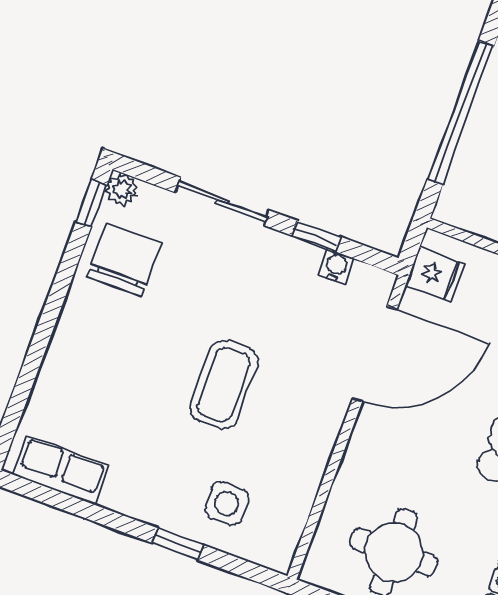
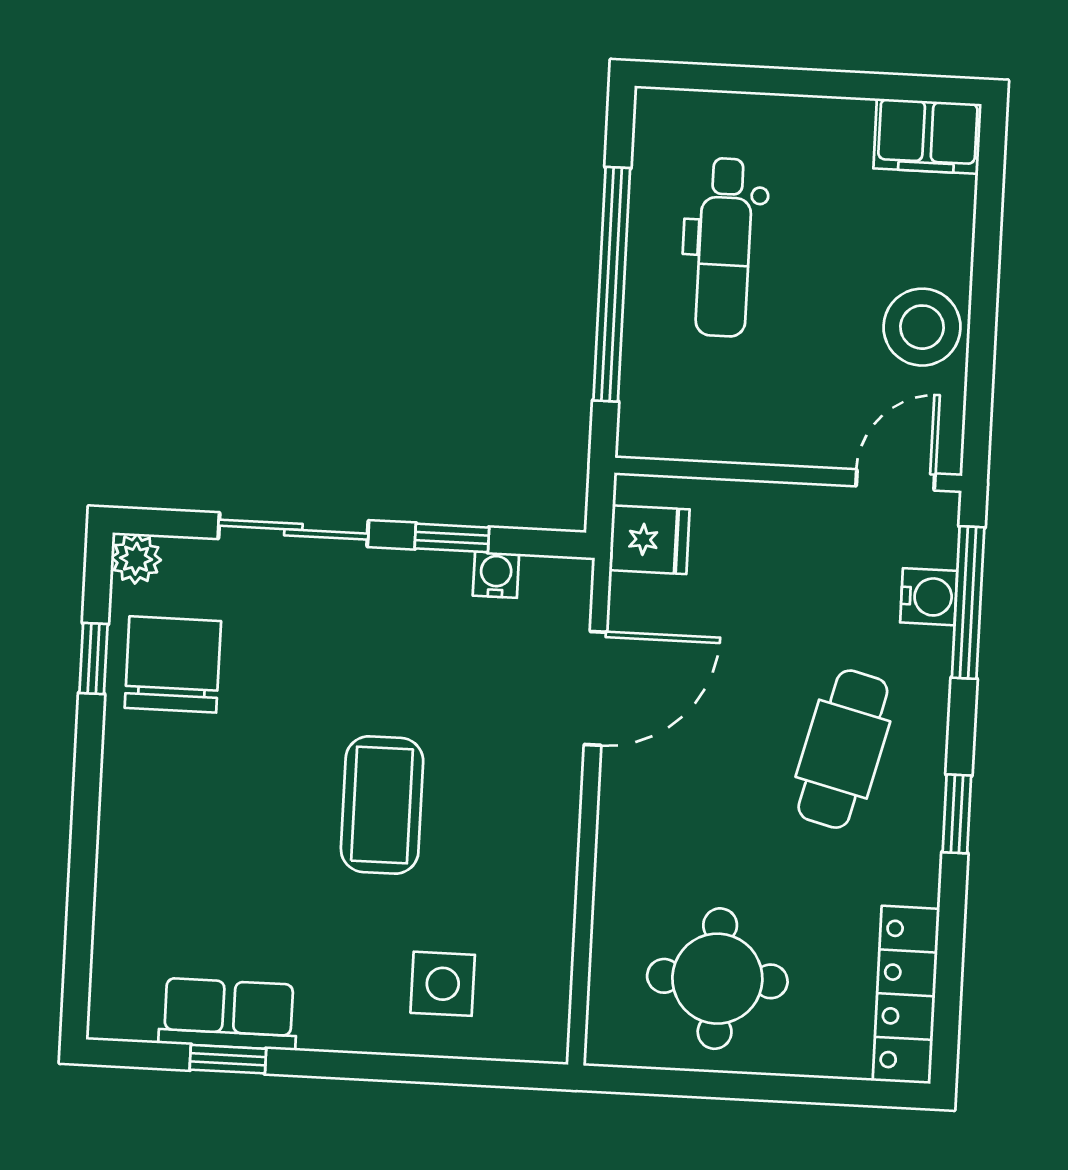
window: (91, 203) -> (94, 659), moved
door: (375, 354) -> (595, 688), width x0.73
row of seats: (61, 470) -> (228, 1014), moved
window: (178, 544) -> (228, 1059), moved

